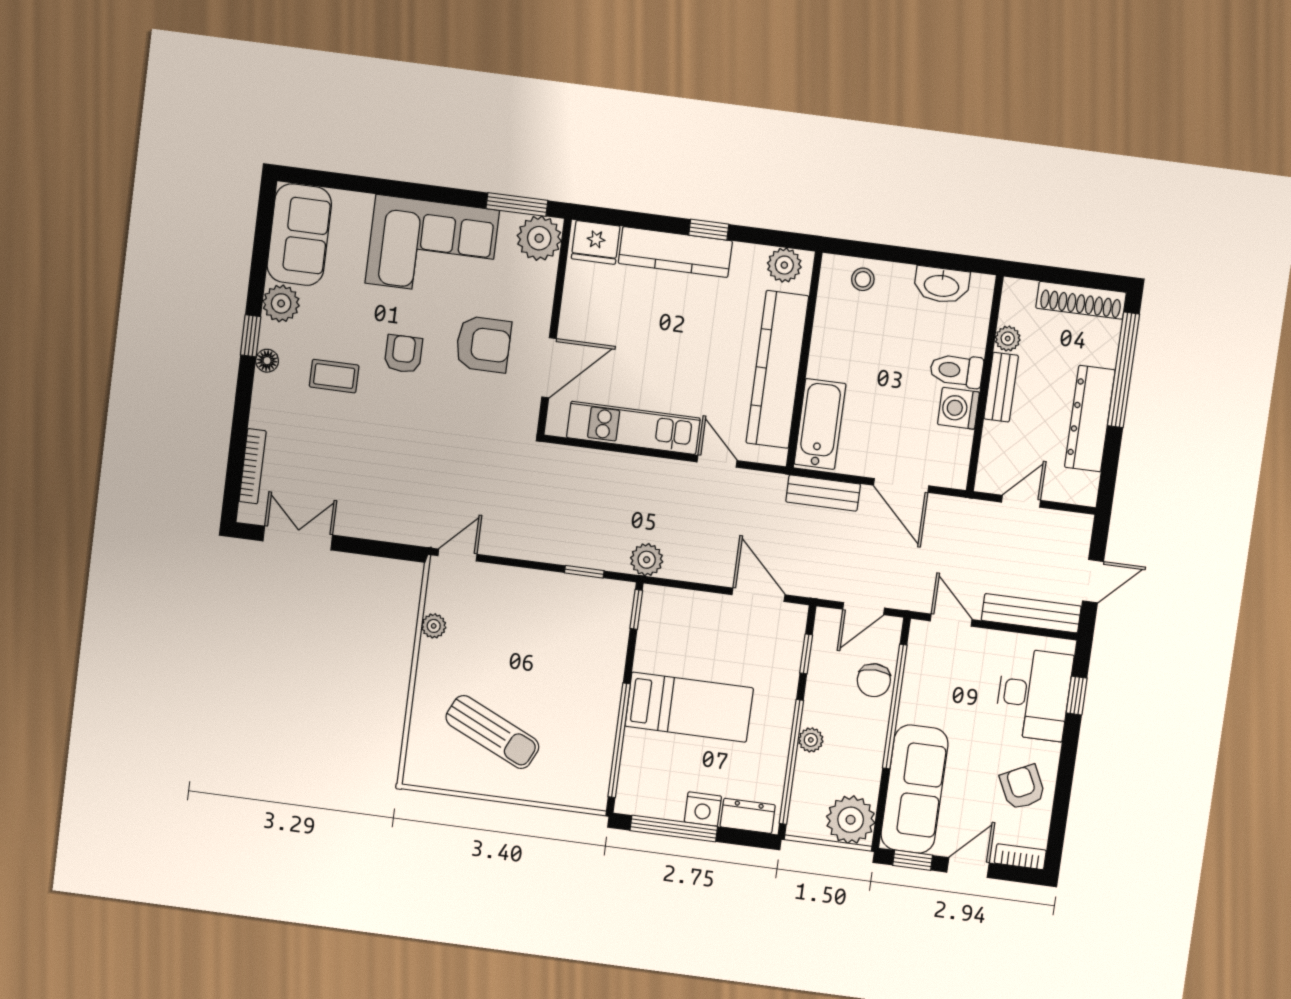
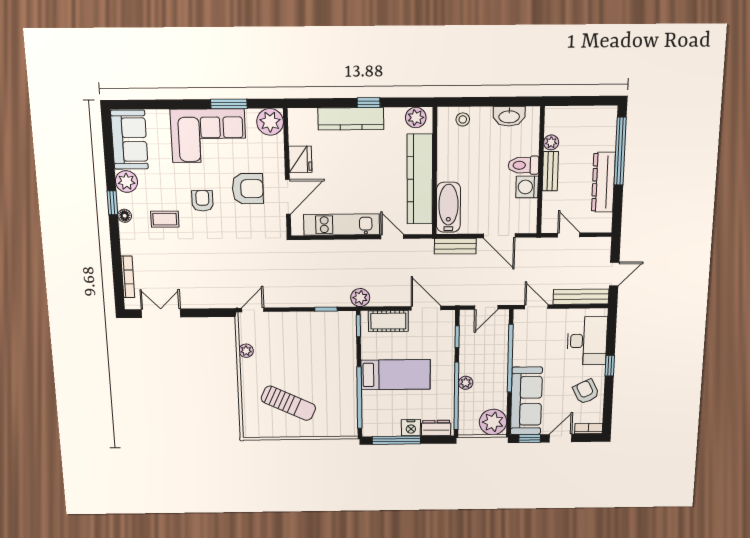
window: (517, 204) -> (229, 104), moved
fridge: (596, 242) -> (300, 159), moved, turned -90
shoe rack: (1081, 300) -> (592, 114), removed
door: (1021, 501) -> (569, 235), hinge flipped
cot: (690, 609) -> (388, 321), added
chair: (874, 680) -> (497, 346), removed
window: (1077, 696) -> (610, 366), moved

